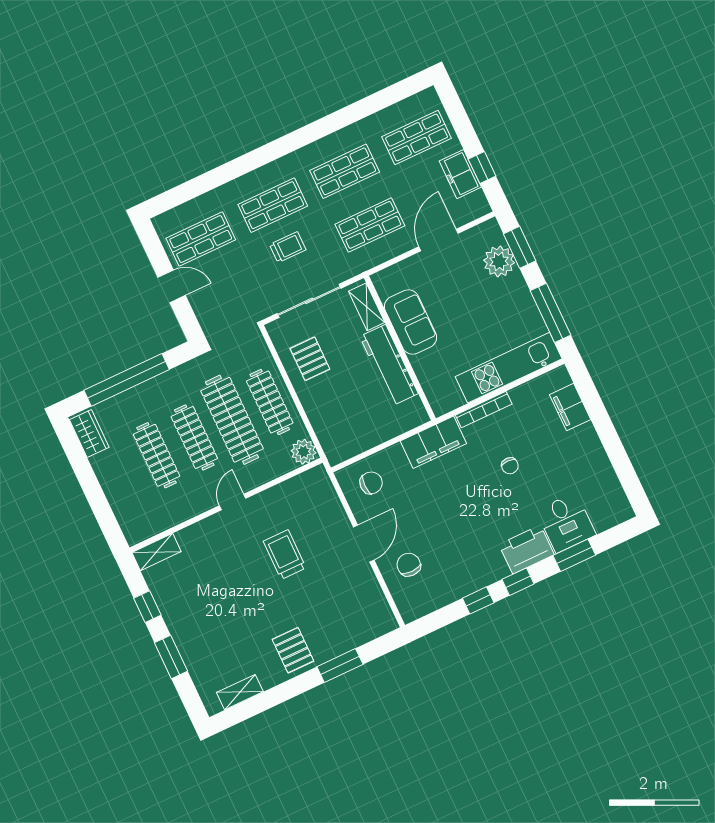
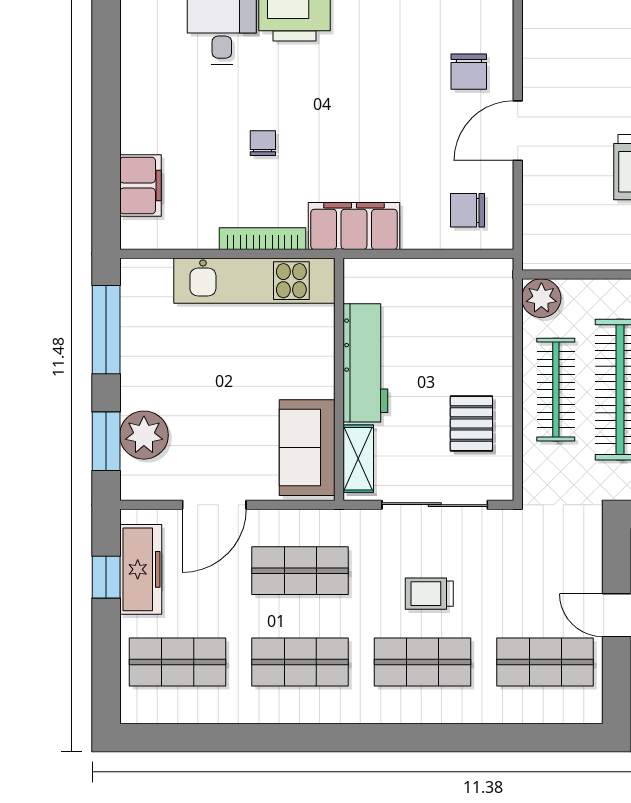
freezer: (460, 174) -> (141, 569), width x1.40
sofa: (411, 322) -> (307, 448), moved
kitchen unit: (509, 368) -> (254, 281), moved

